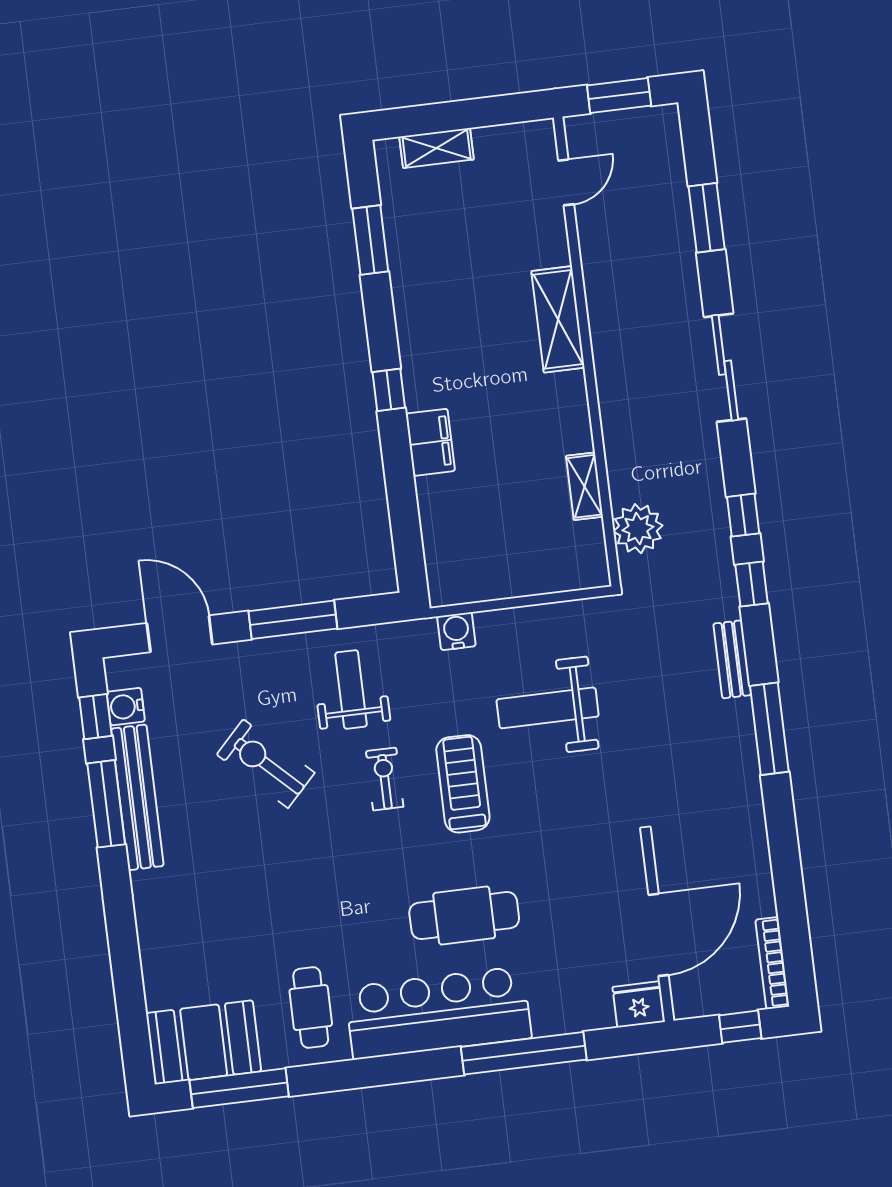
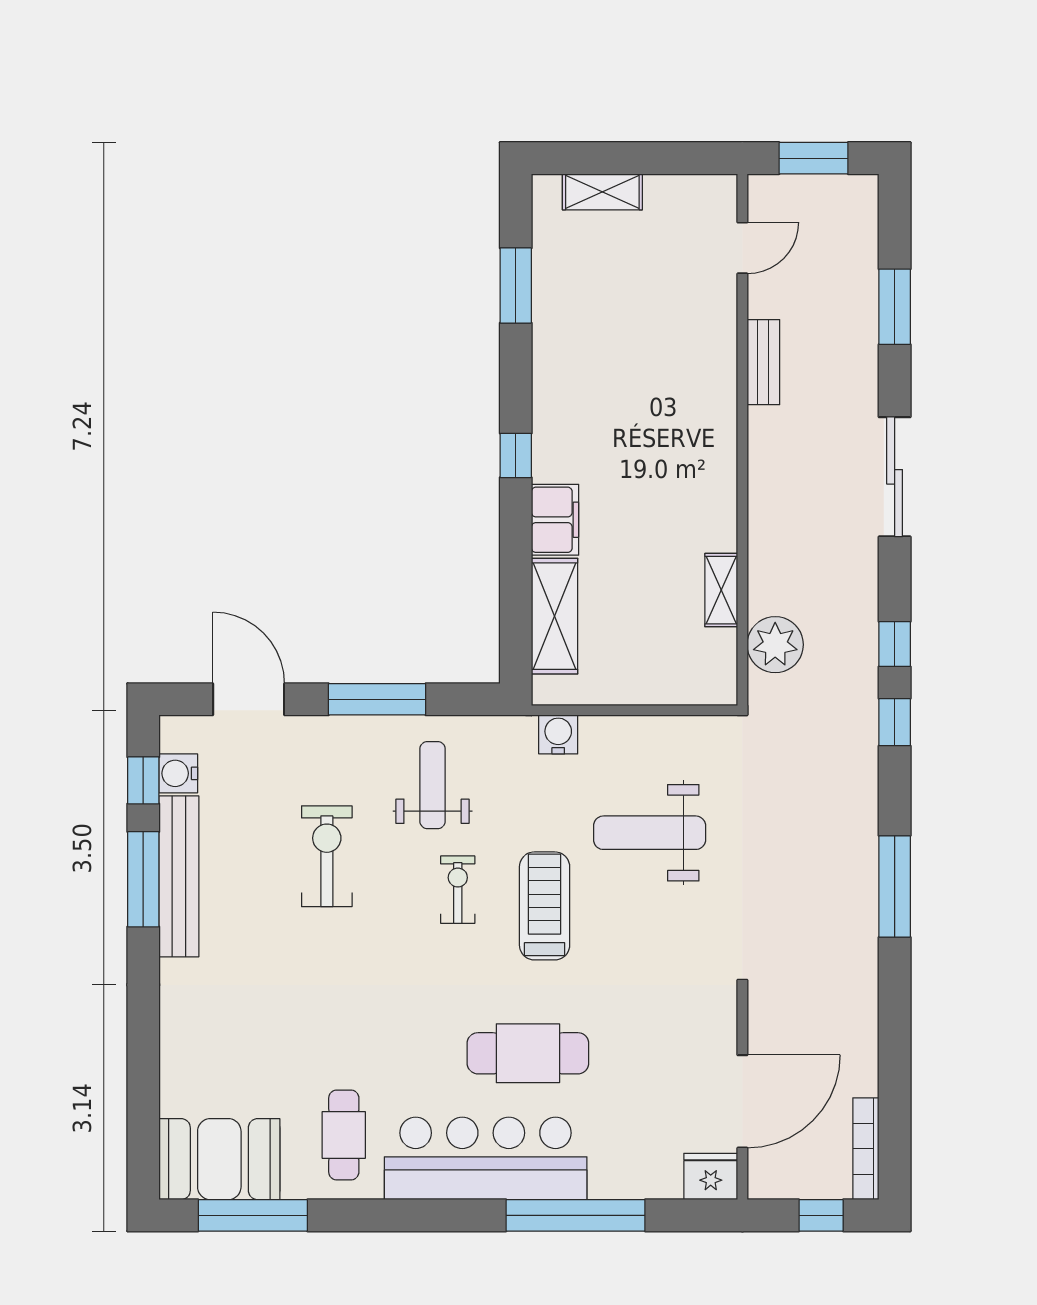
shelving: (558, 319) -> (555, 616), moved
bench: (732, 659) -> (763, 362), moved
exercise bike: (266, 764) -> (327, 856), turned 46

